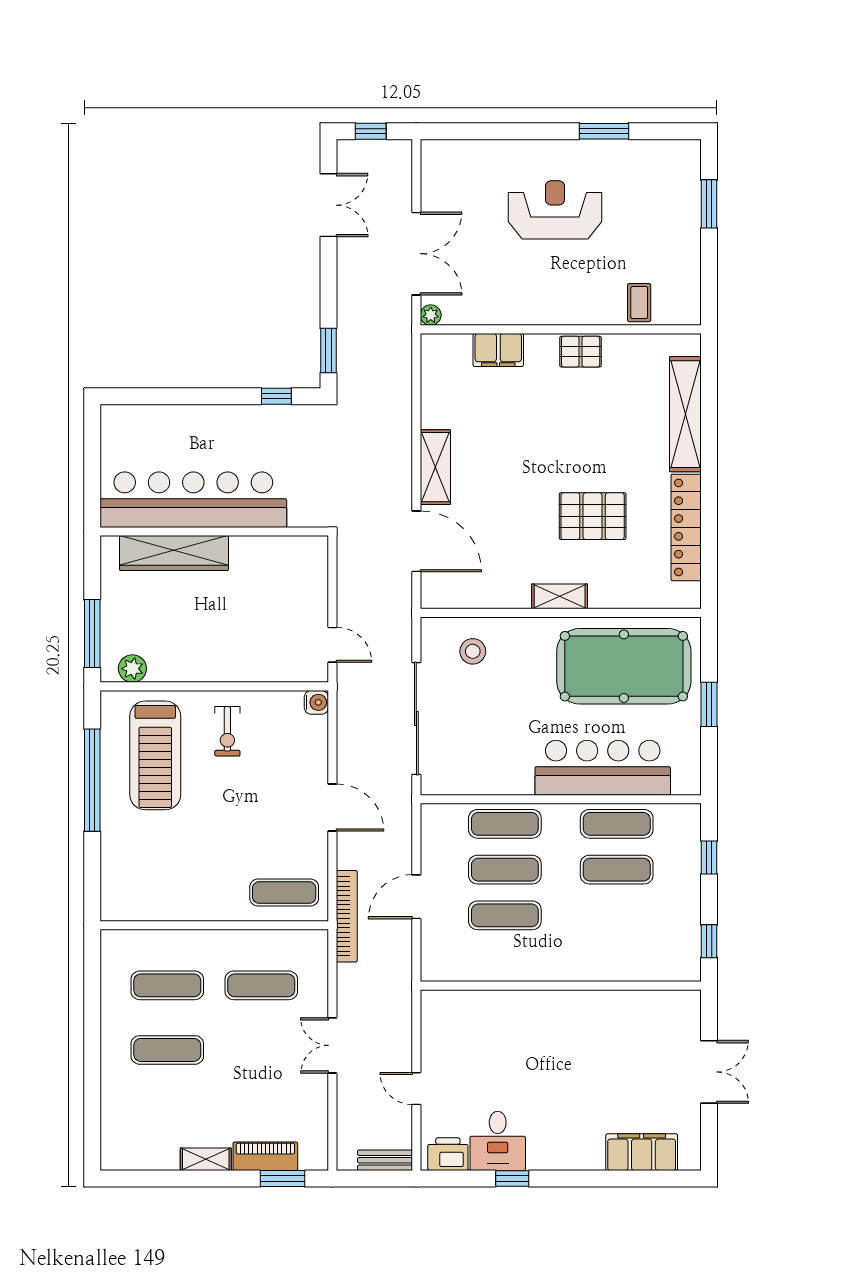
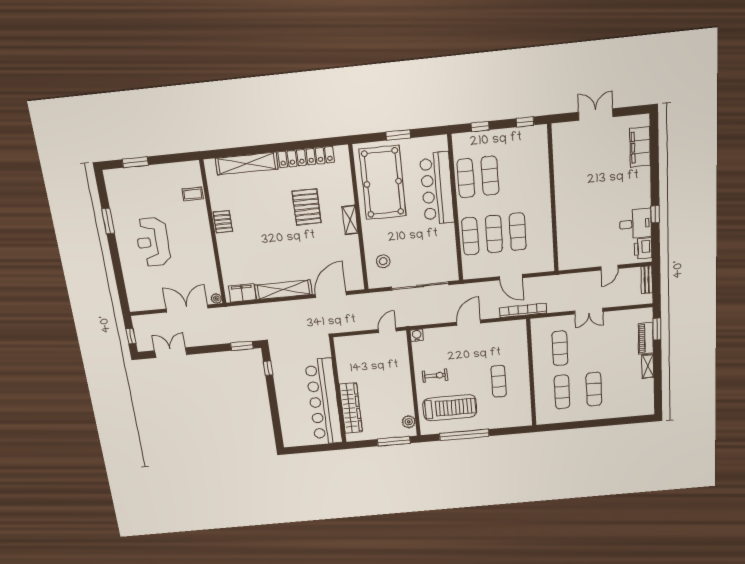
filing cabinet: (498, 350) -> (242, 293), moved, turned -90
shelving: (435, 467) -> (283, 290), width x1.47
exercise mat: (284, 893) -> (499, 381), moved

